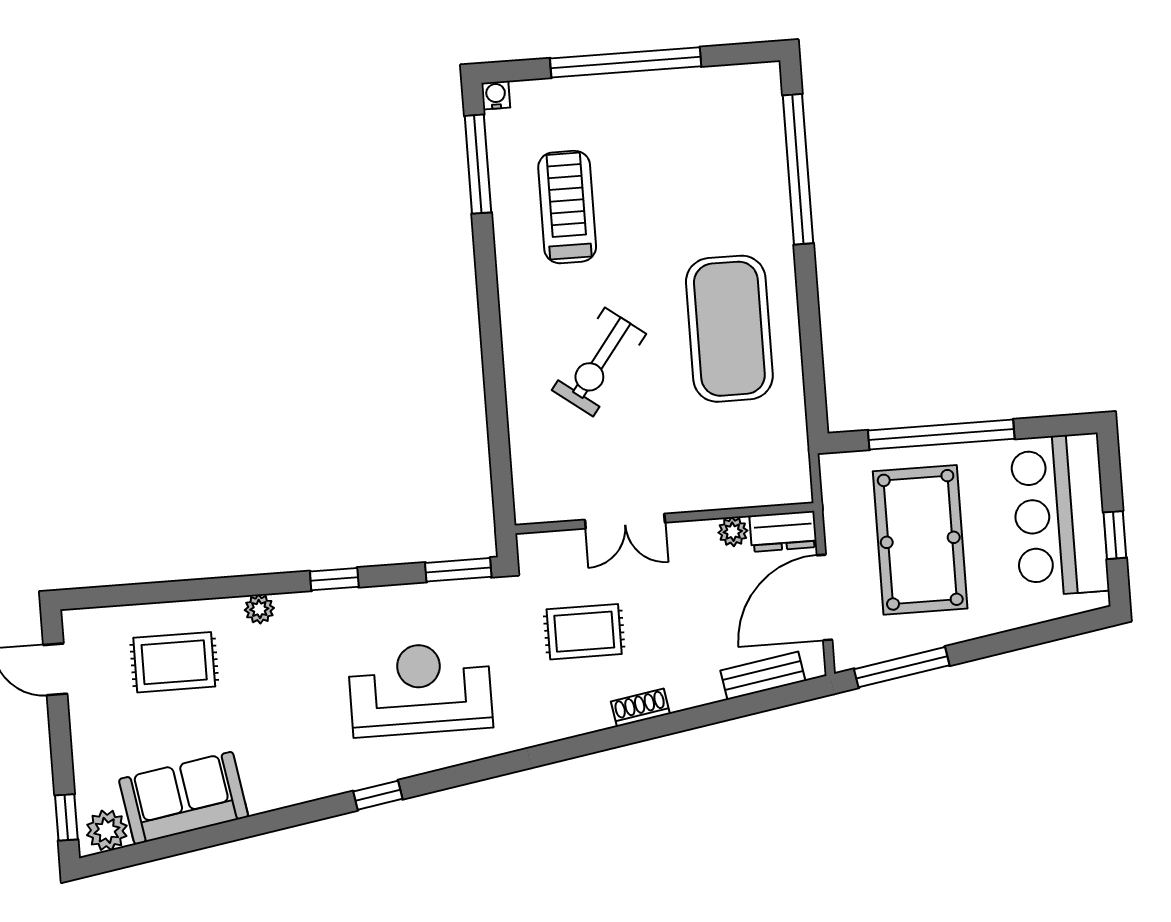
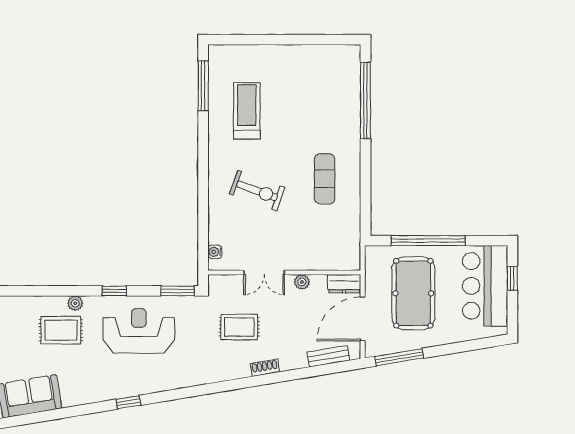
window: (626, 62) -> (282, 40), removed
water cooler: (496, 95) -> (215, 252), moved, turned -90
exercise mat: (729, 329) -> (325, 179), width x0.50, depth x0.69
exercise bike: (599, 362) -> (257, 191), turned -107
plant: (733, 532) -> (302, 282), moved
window: (1115, 535) -> (512, 278), moved
rug: (174, 662) -> (61, 330), moved
reception desk: (420, 689) -> (139, 331), moved

